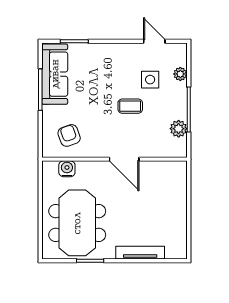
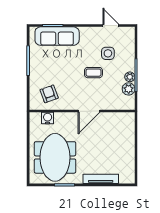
sofa: (55, 74) -> (57, 36), moved, turned 90
plant: (180, 74) -> (130, 77), moved
door: (124, 159) -> (89, 111), hinge flipped

